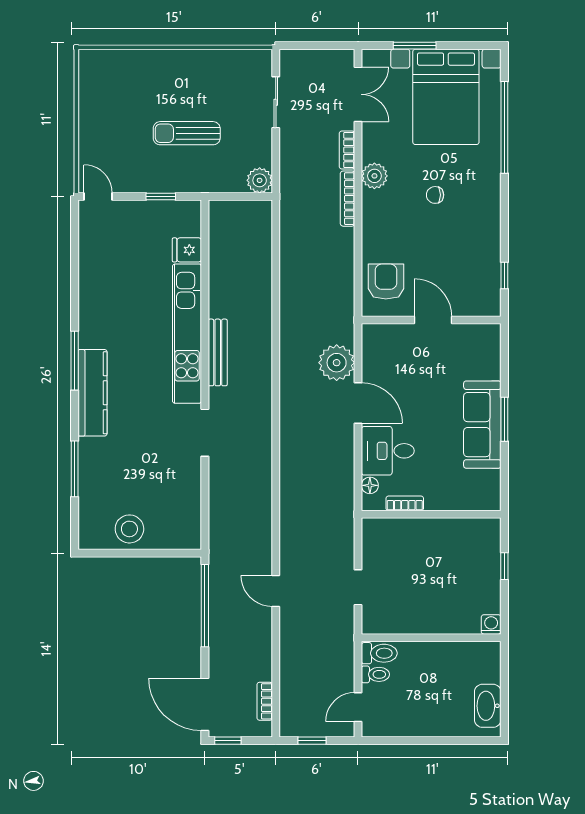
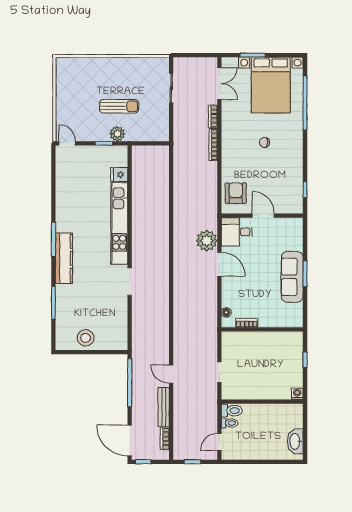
sun lounger: (187, 133) -> (119, 106), turned 180
plant: (374, 176) -> (229, 131), removed
plant: (260, 180) -> (117, 134), moved
bench: (218, 352) -> (164, 407), moved
desk: (388, 451) -> (237, 232), moved

